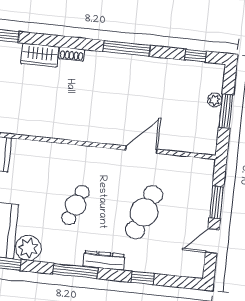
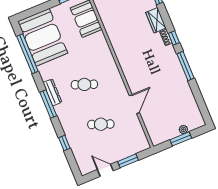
window: (196, 56) -> (174, 38), moved
door: (141, 150) -> (134, 104), hinge flipped
cafe table: (144, 212) -> (101, 124), width x0.73, depth x0.74
plant: (28, 248) -> (47, 71), removed
dresser: (104, 260) -> (52, 92), moved

